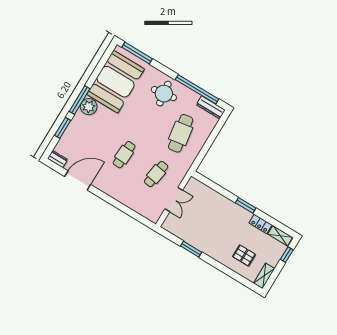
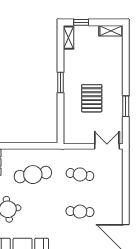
double door: (174, 200) -> (107, 146), moved
locker: (261, 224) -> (69, 60), removed
pallet: (244, 255) -> (92, 98), moved, width x1.50, depth x1.42

